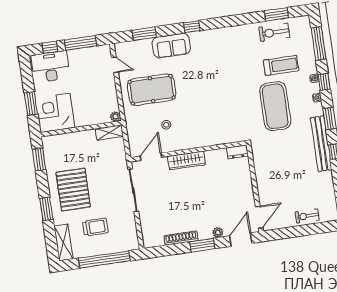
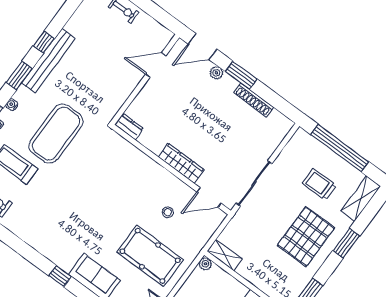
door: (259, 217) -> (156, 65), moved

